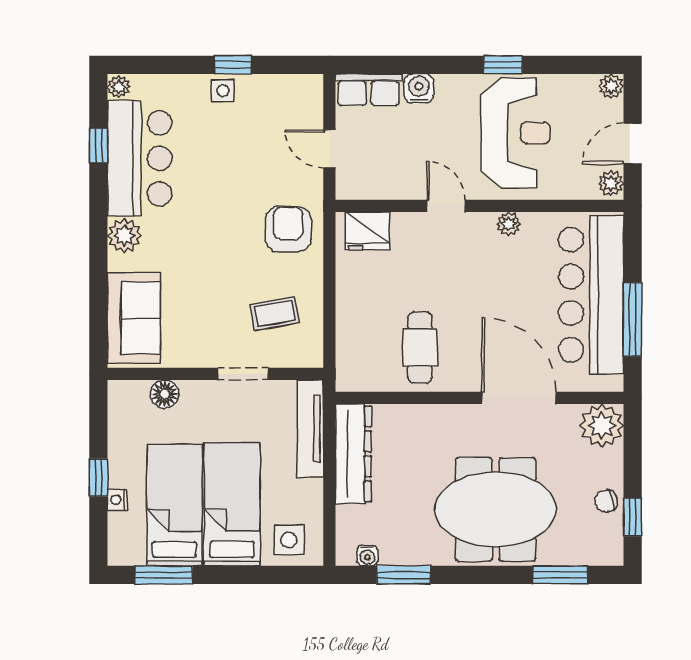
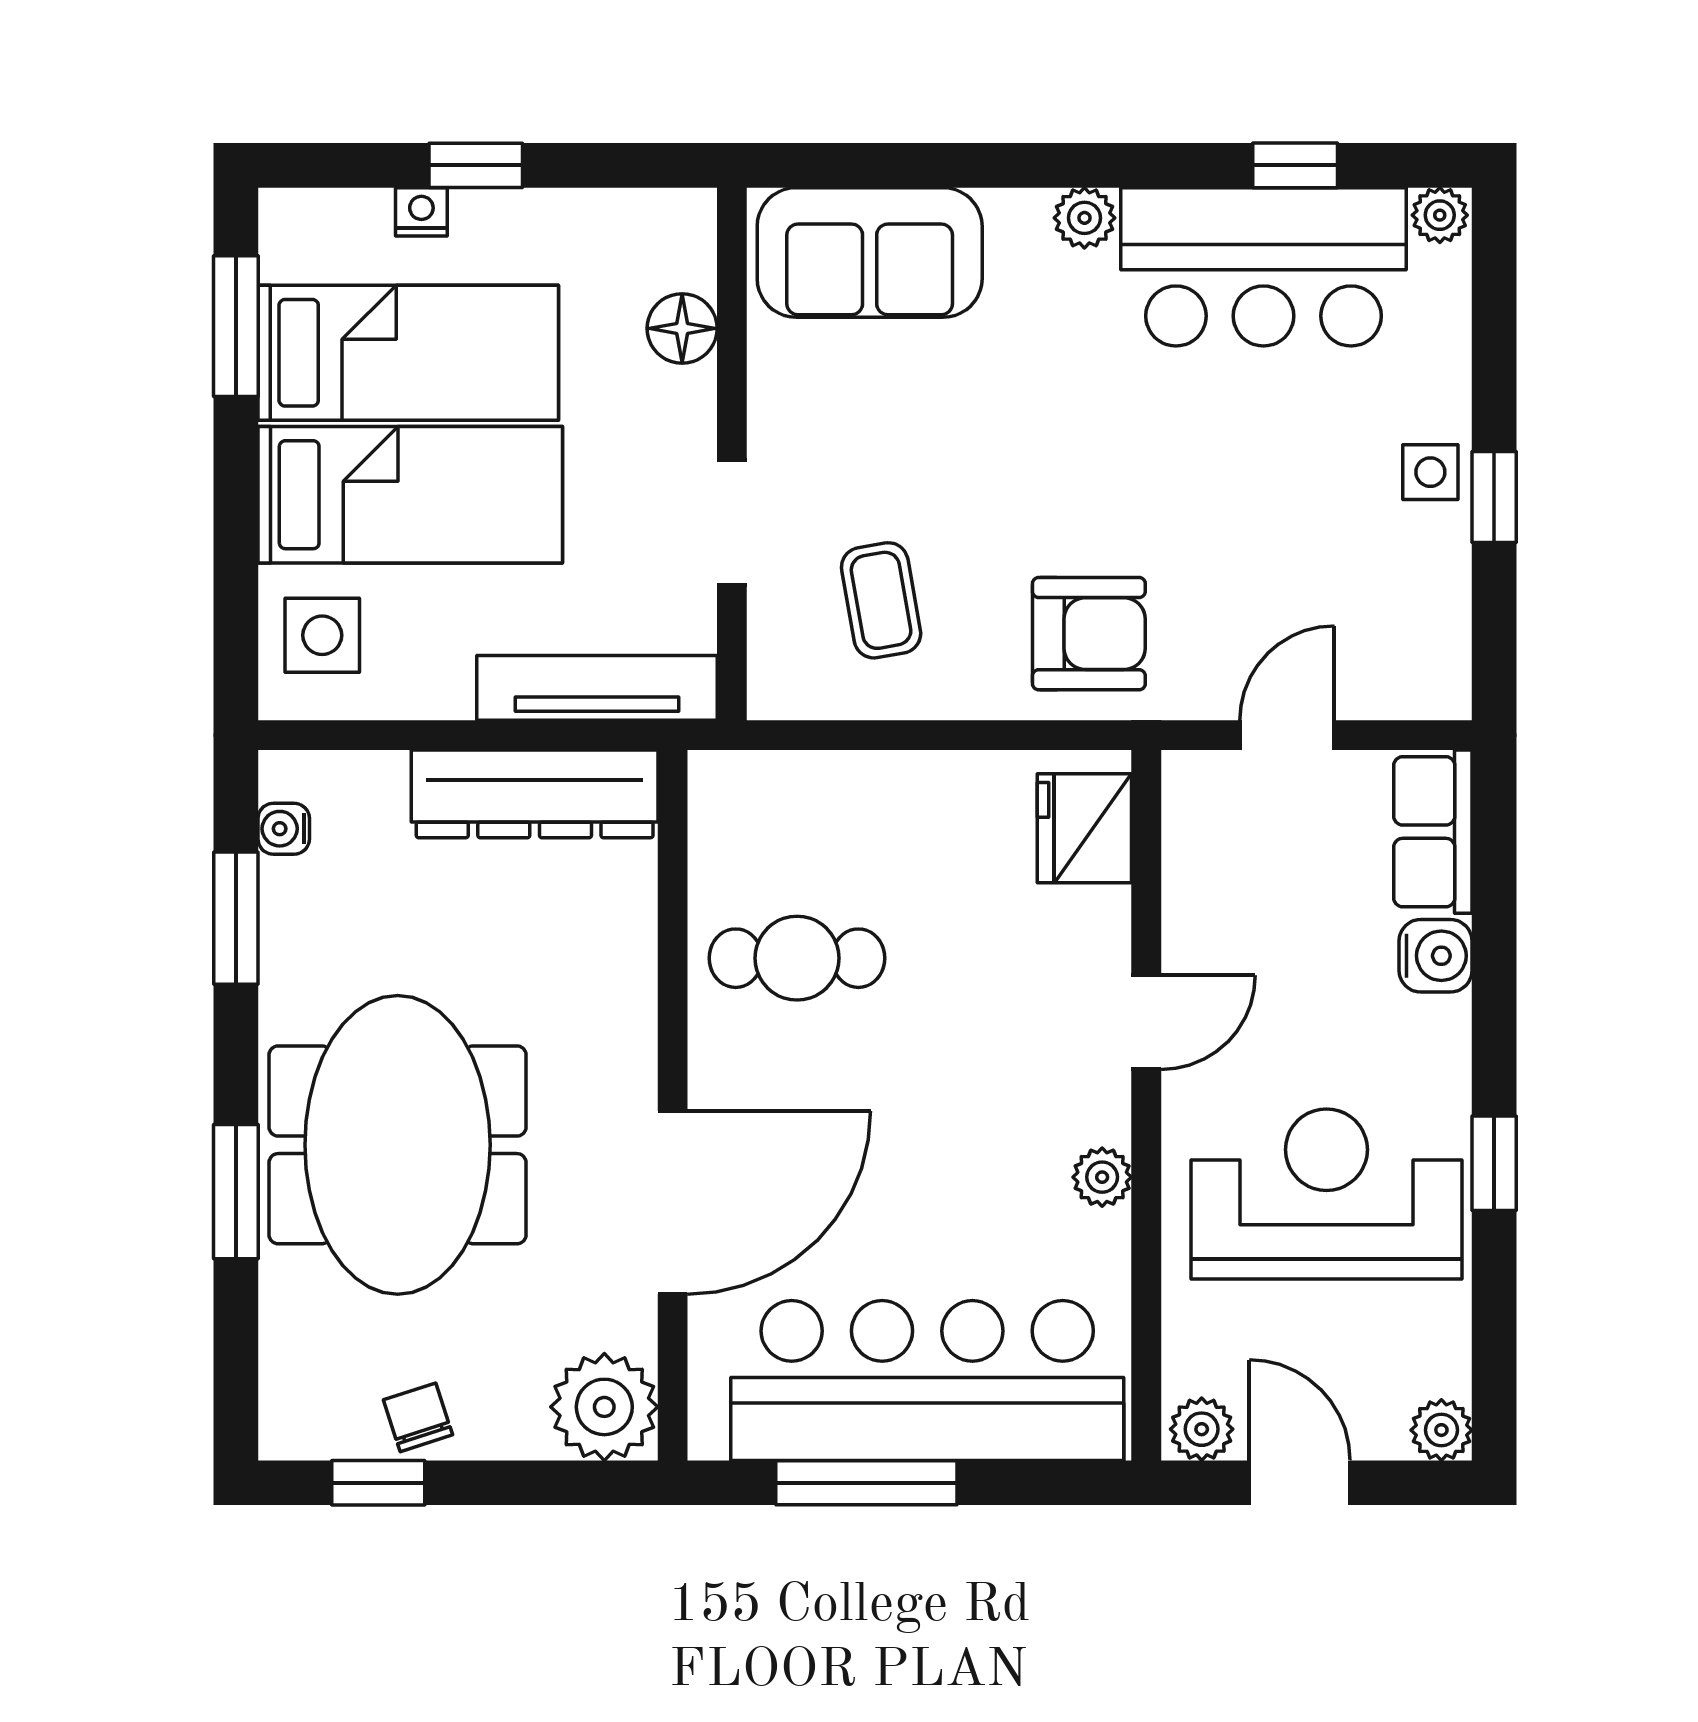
reception desk: (515, 133) -> (1326, 1194), turned 180
plant: (124, 236) -> (1084, 218), width x0.73, depth x0.73
window: (560, 575) -> (236, 1192), moved

